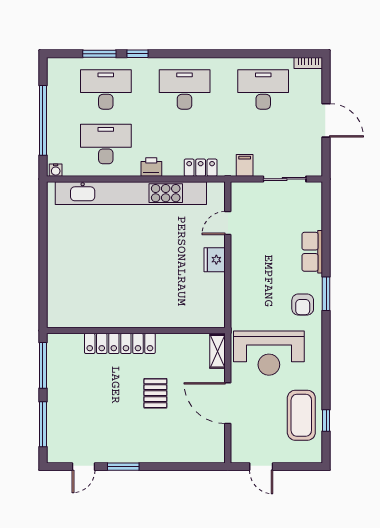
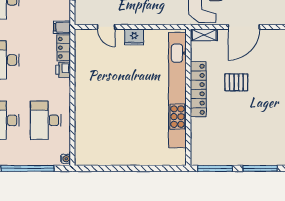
filing cabinet: (245, 165) -> (62, 27), moved
printer: (151, 167) -> (63, 70), moved
kitchen unit: (131, 193) -> (177, 90), moved, turned 180
locker: (120, 343) -> (198, 89), moved

